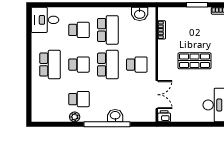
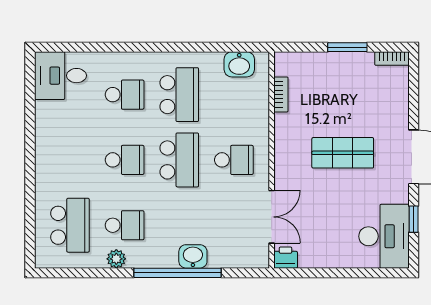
school desk: (50, 65) -> (70, 225), moved

